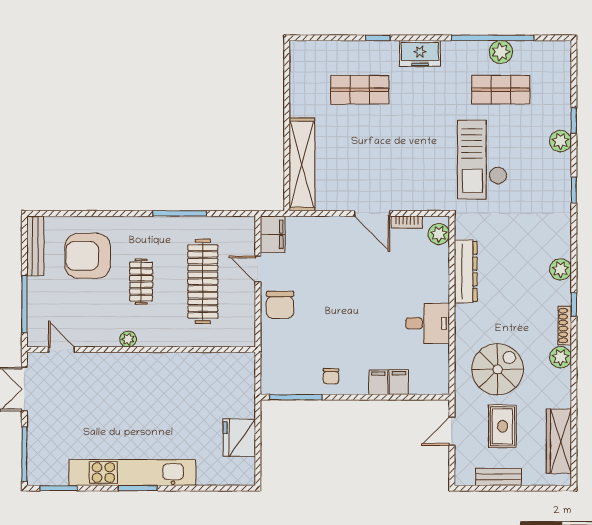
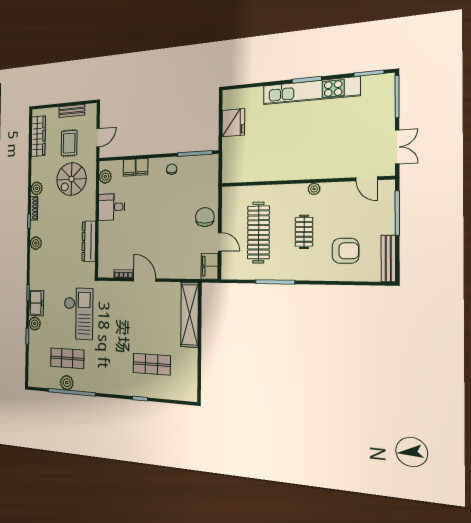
freezer: (420, 53) -> (36, 303), moved, turned 90
plant: (439, 234) -> (105, 177), moved
armchair: (88, 256) -> (346, 251), width x0.73, depth x0.73

